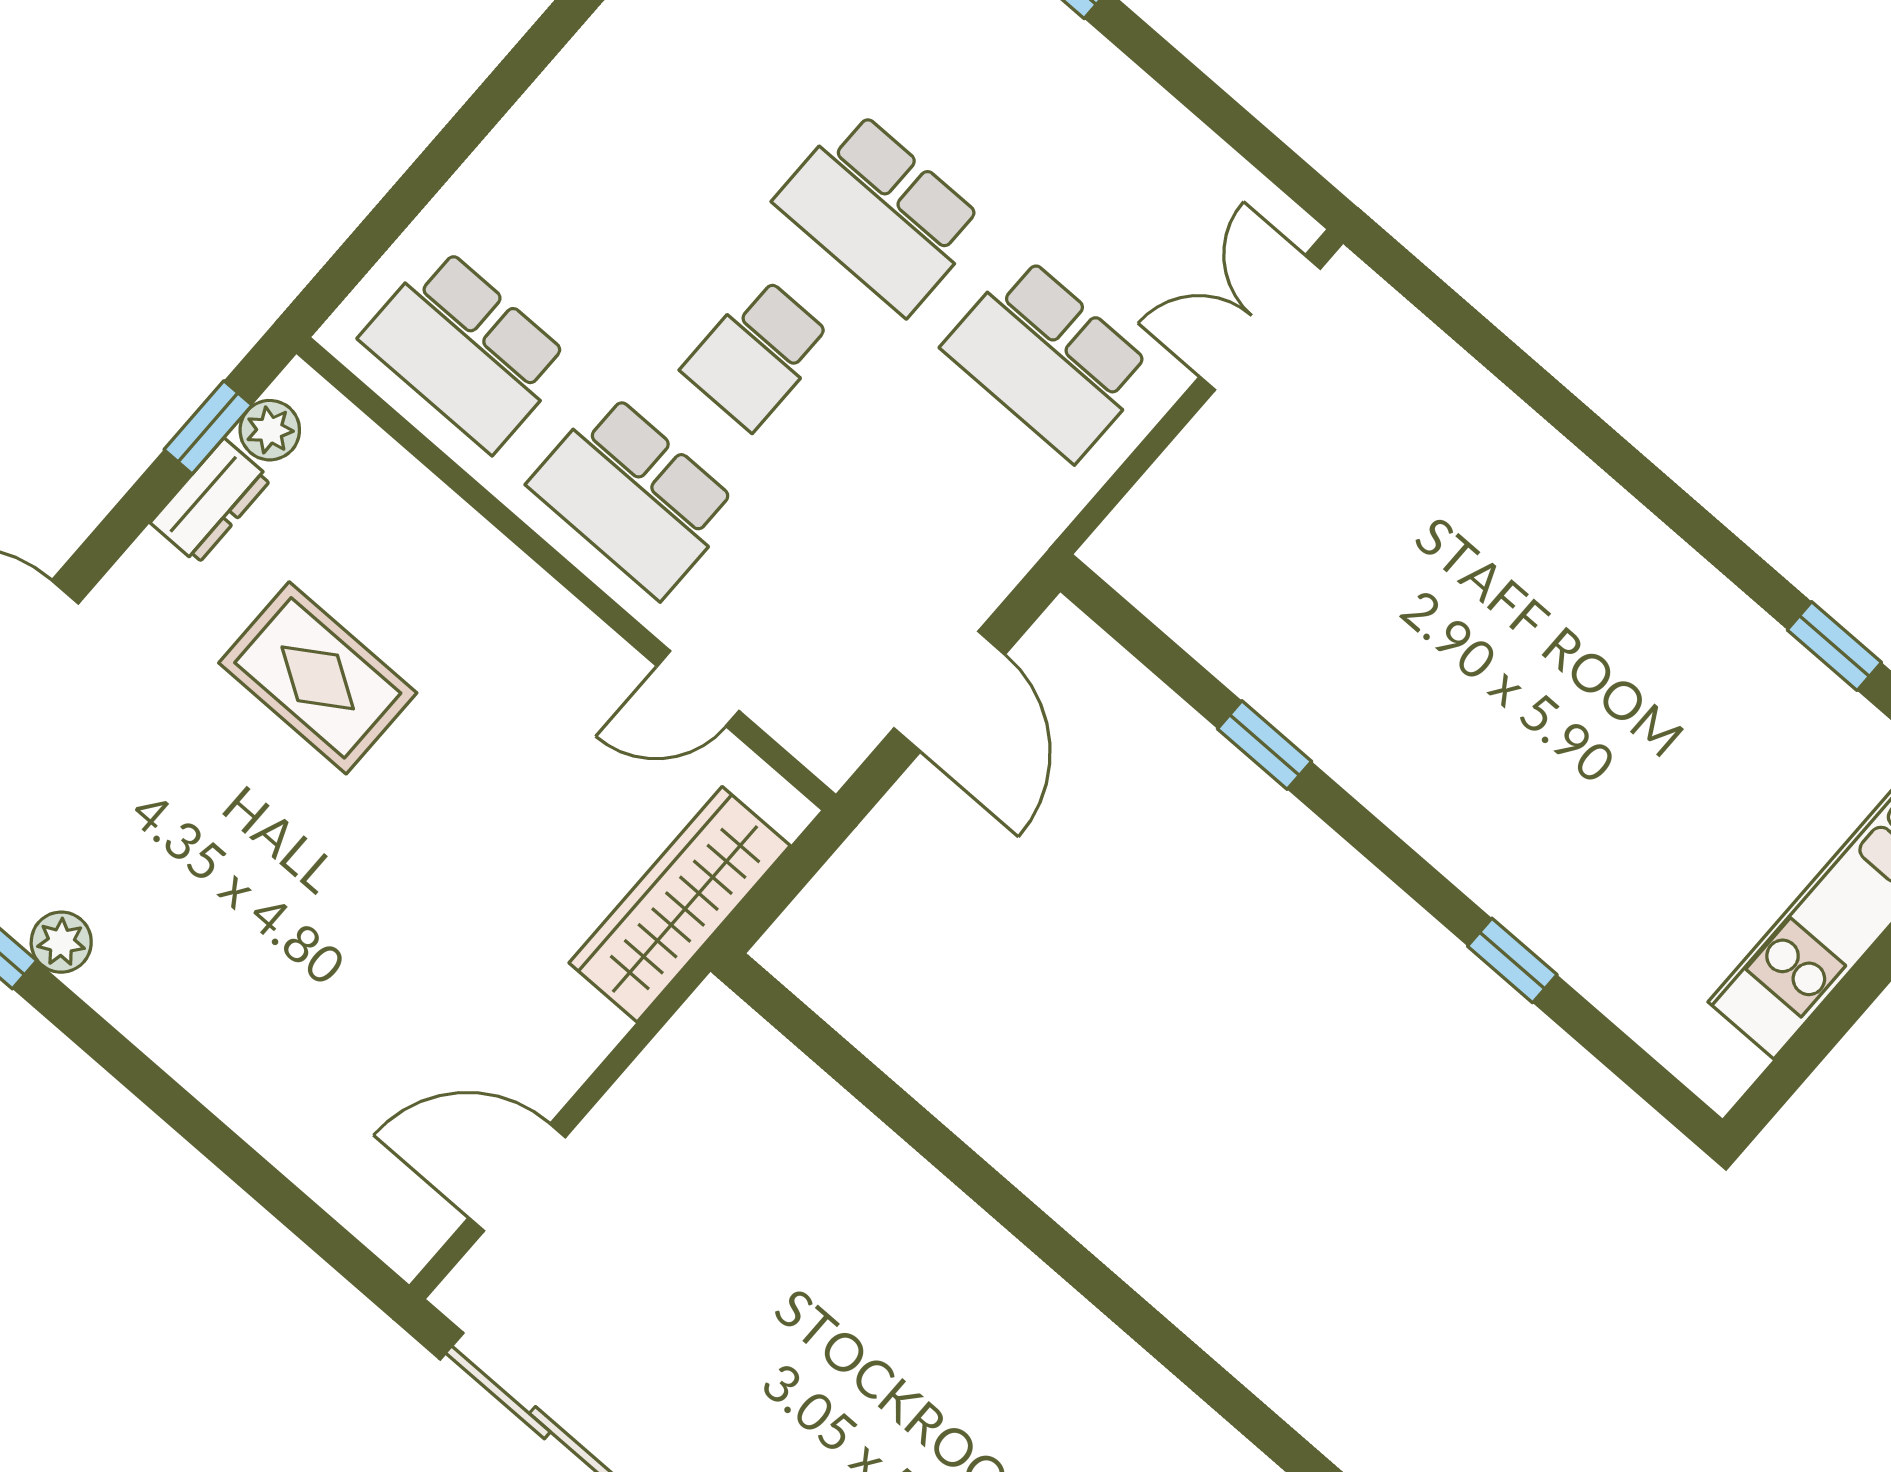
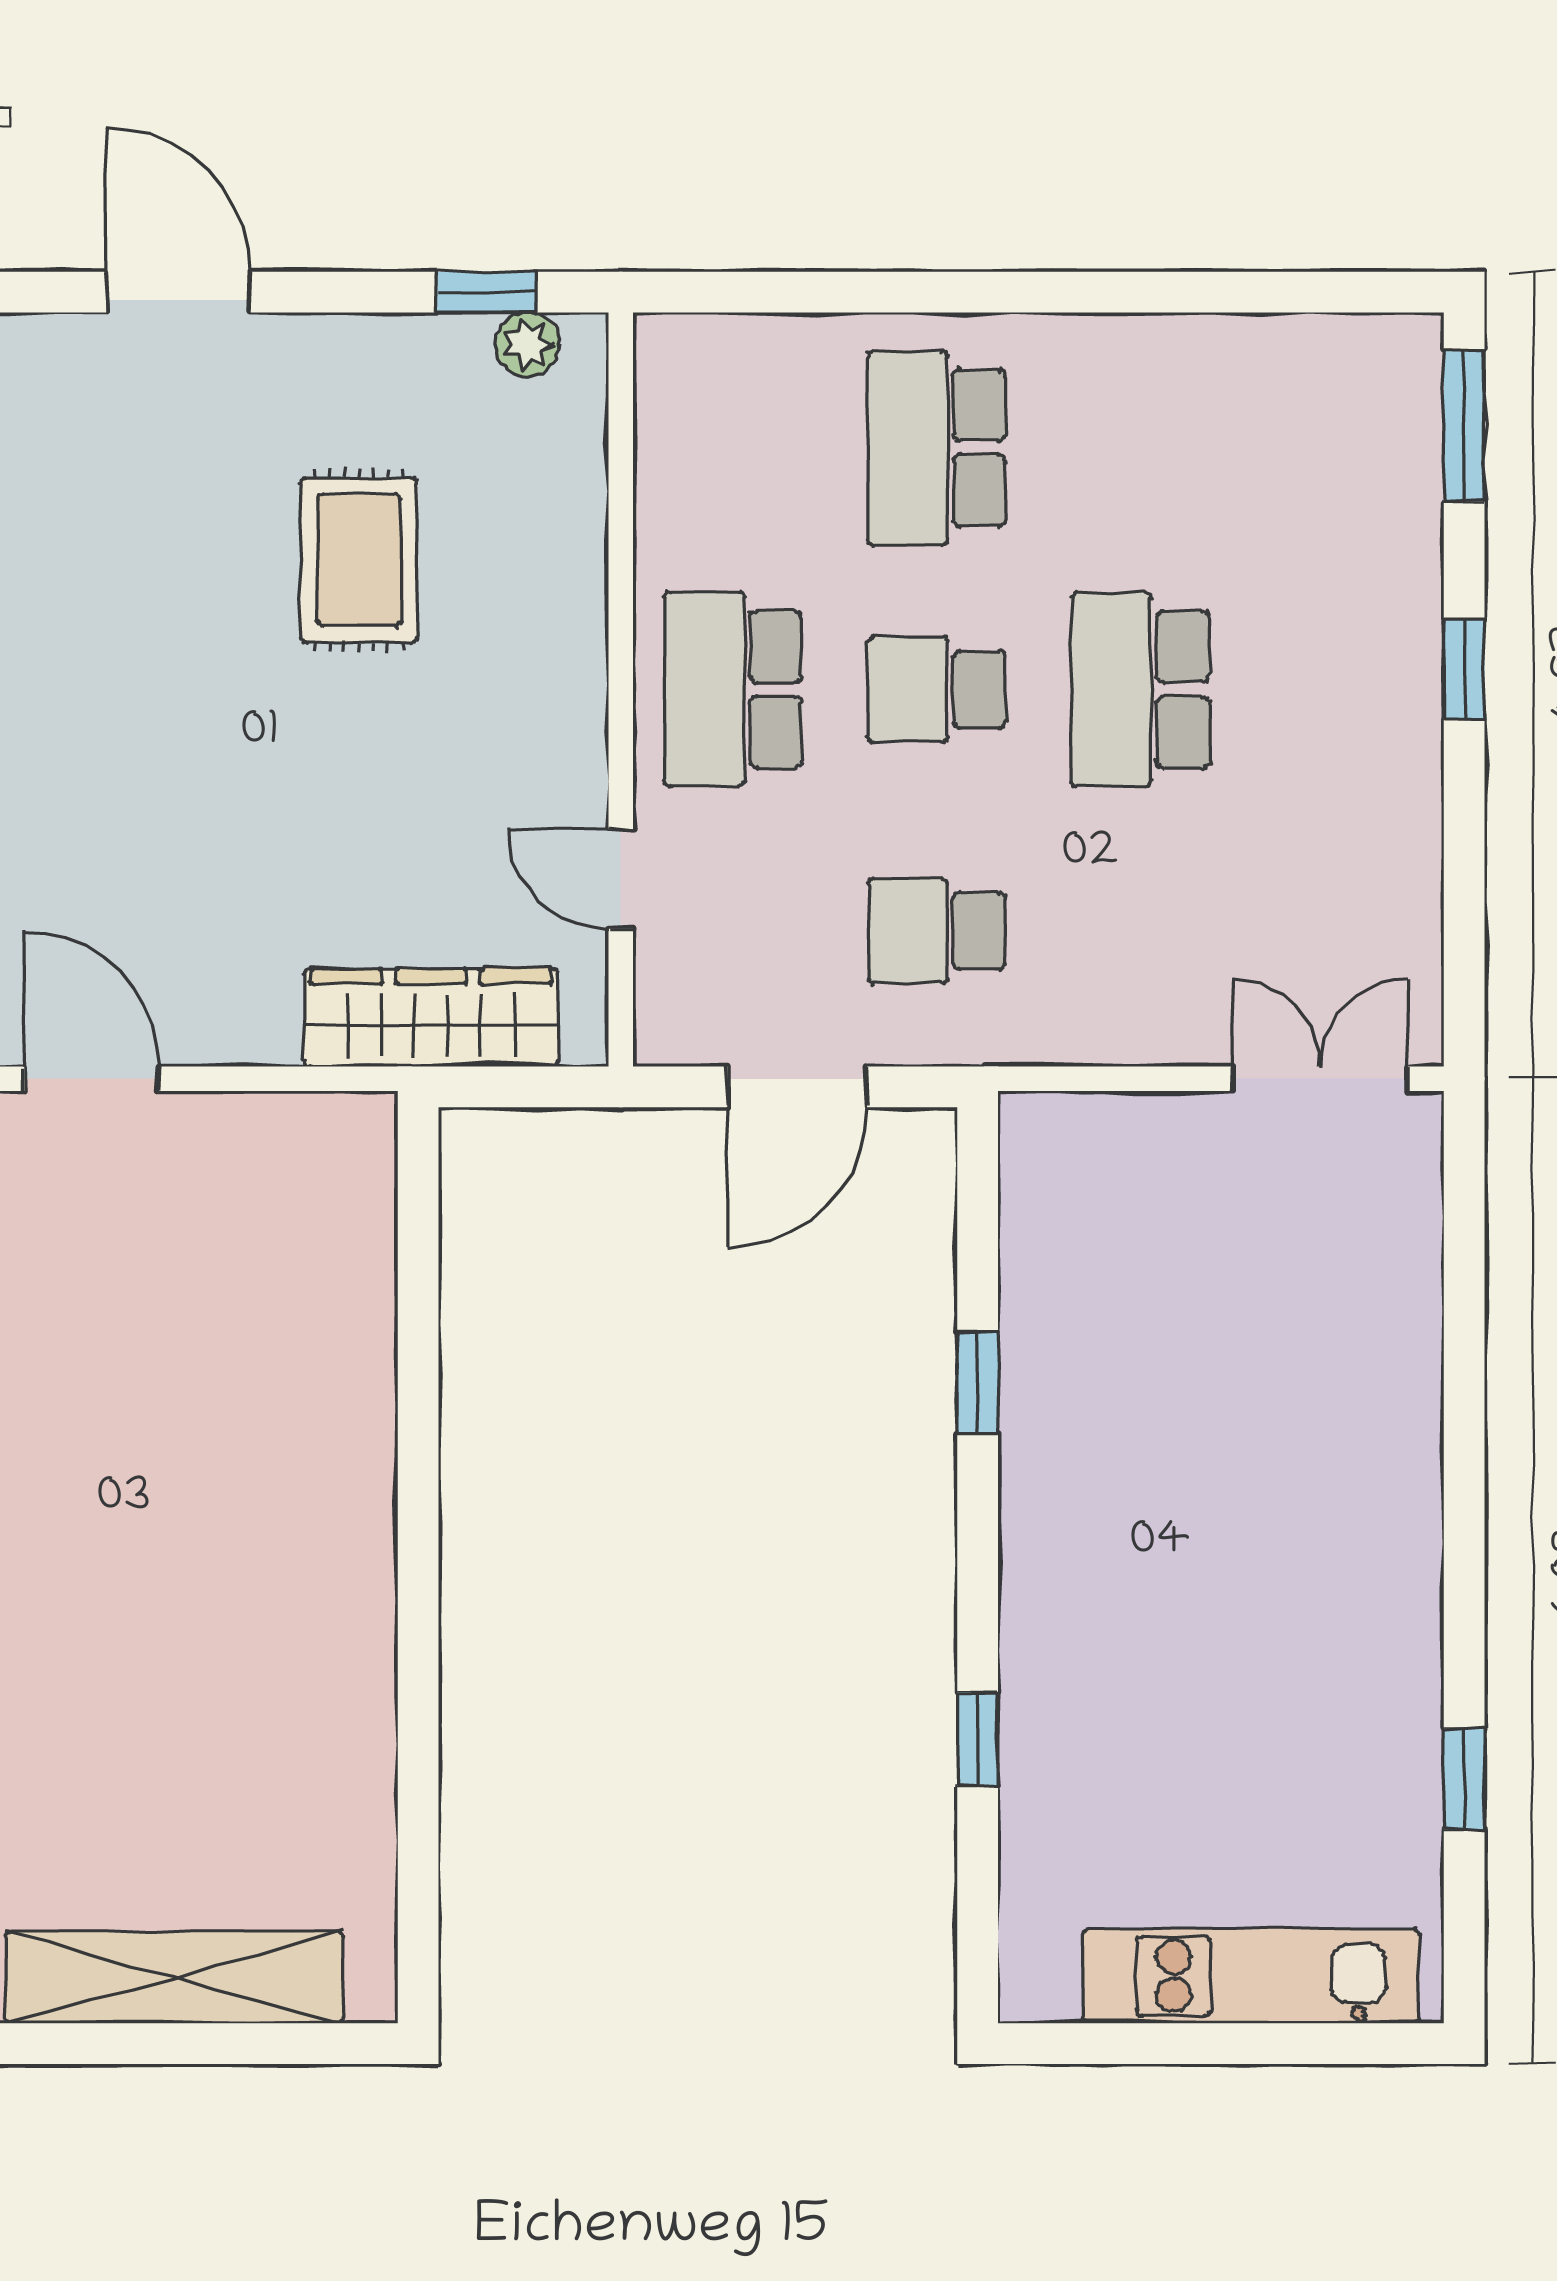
school desk: (466, 349) -> (937, 448), moved
school desk: (1048, 359) -> (937, 931), moved, width x0.54
dresser: (211, 501) -> (428, 347), removed

